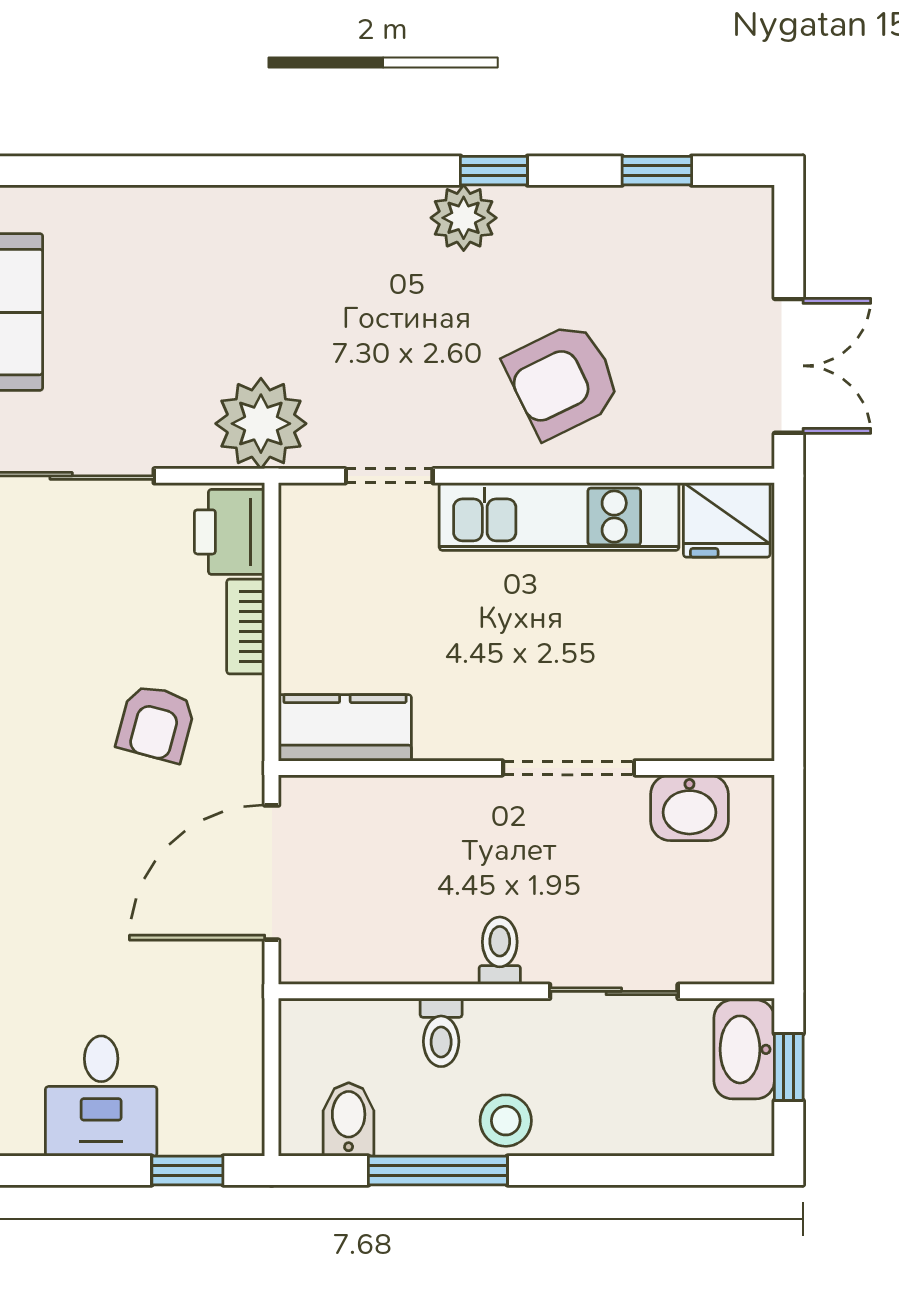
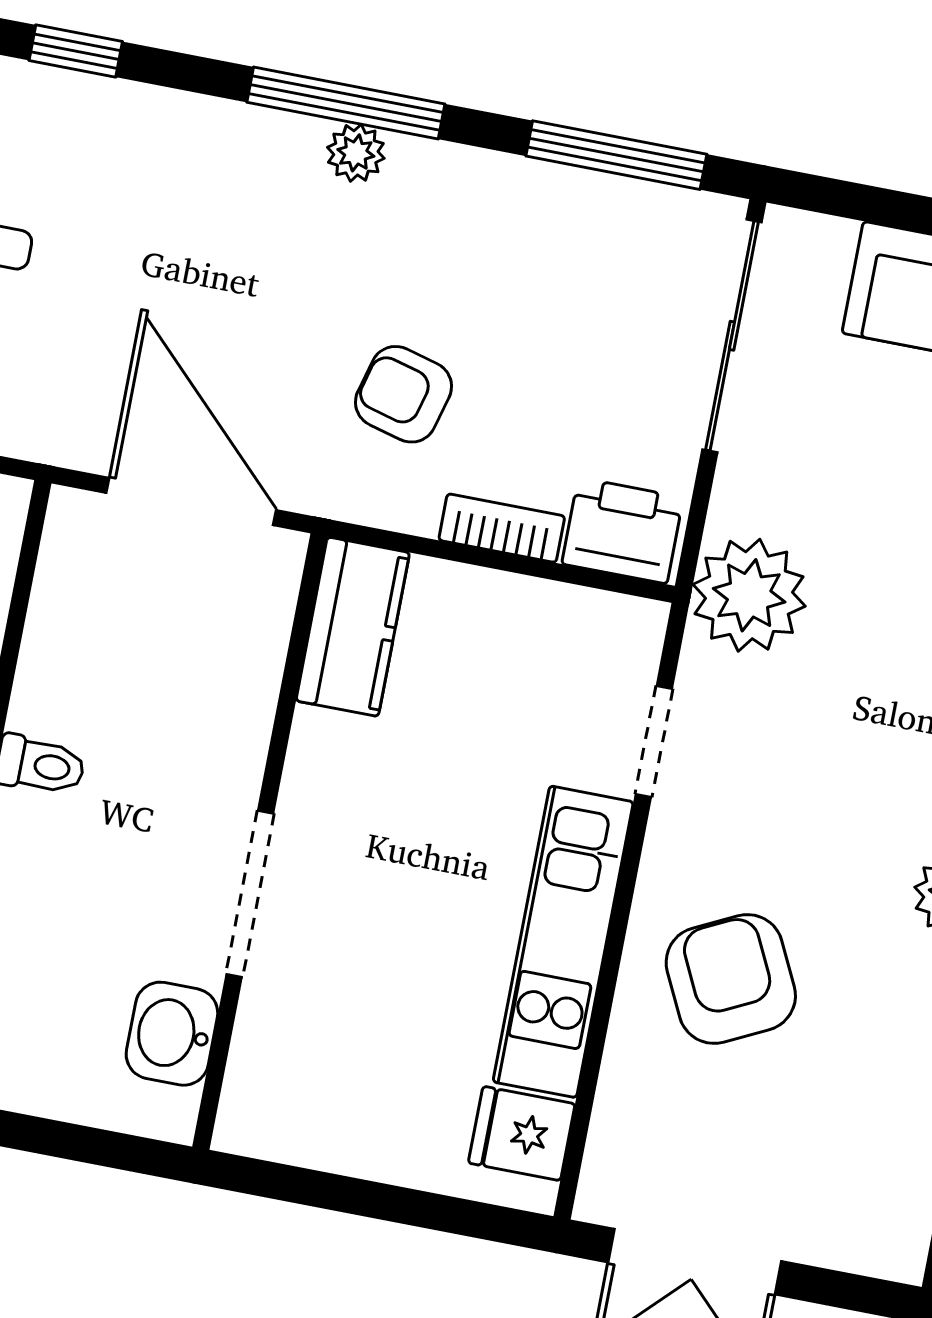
fridge: (727, 520) -> (522, 1133), width x0.72

